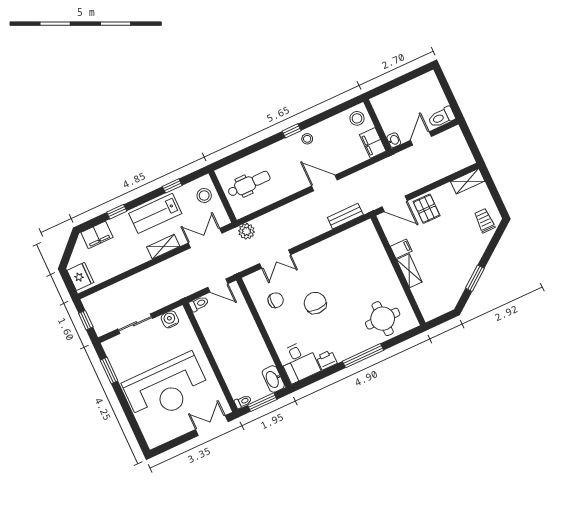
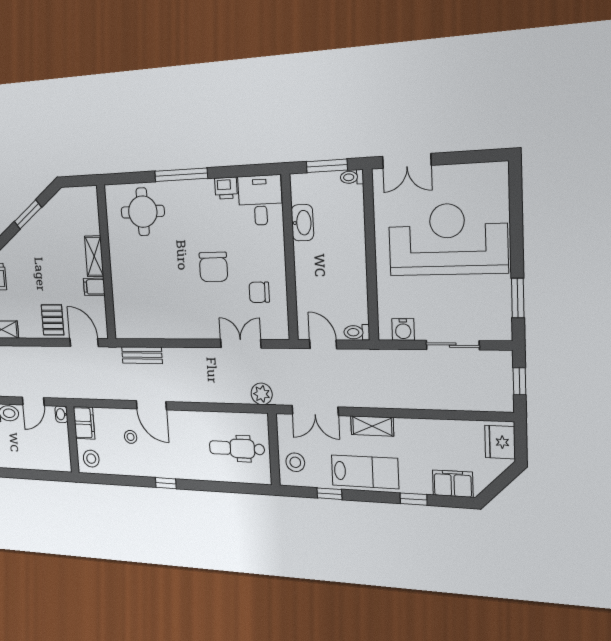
stool: (307, 139) -> (131, 437), moved
washbasin: (273, 379) -> (302, 223), moved

